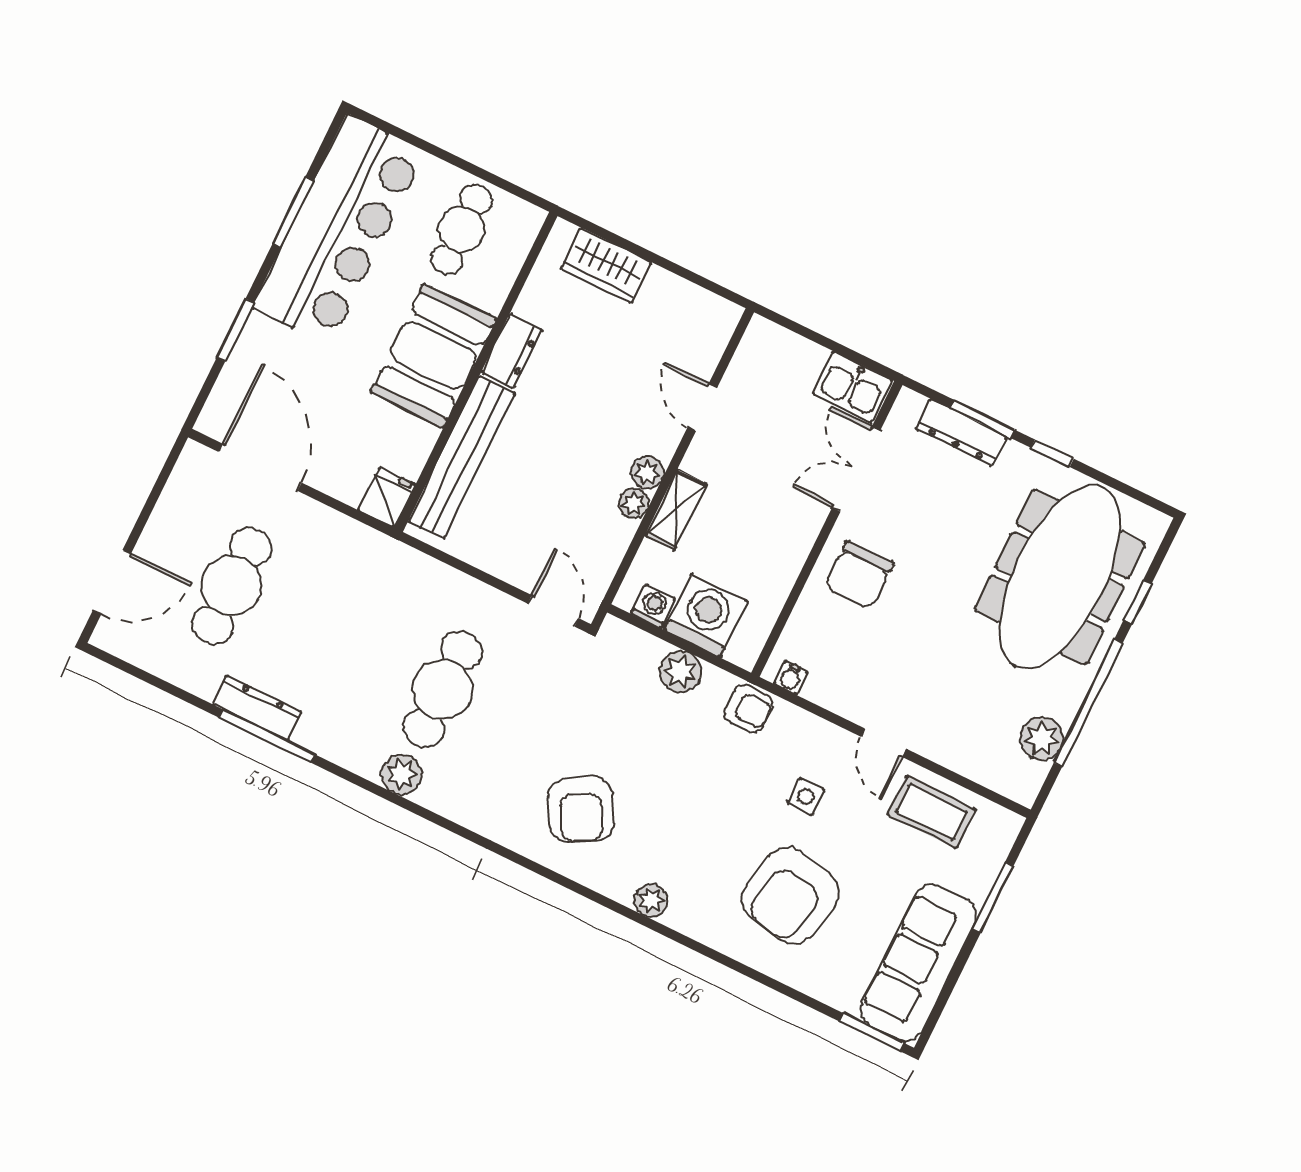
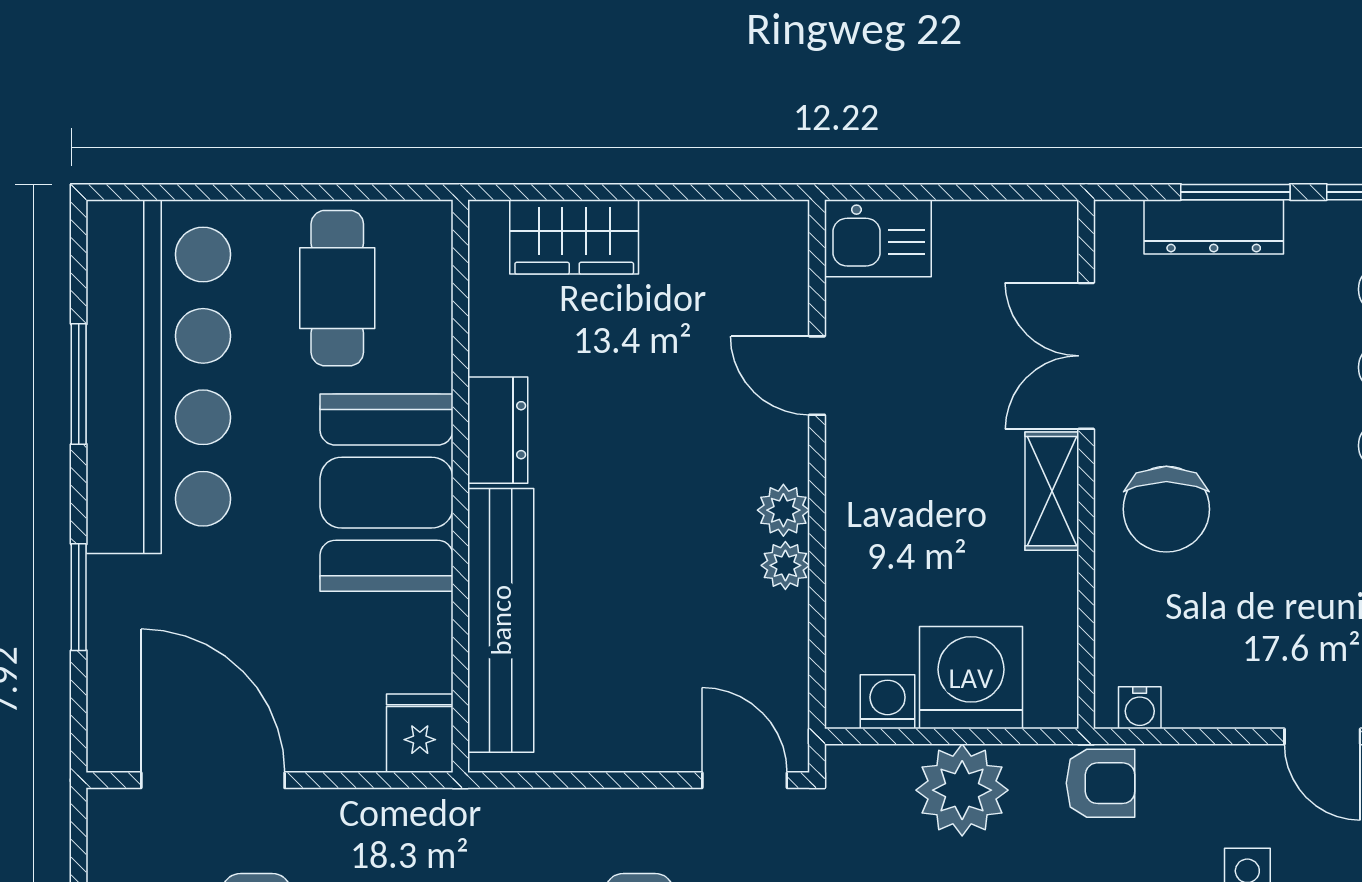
kitchen sink: (852, 387) -> (878, 238), moved
shelving: (676, 509) -> (1052, 491), moved
plant: (681, 672) -> (962, 790), width x1.36, depth x1.36

